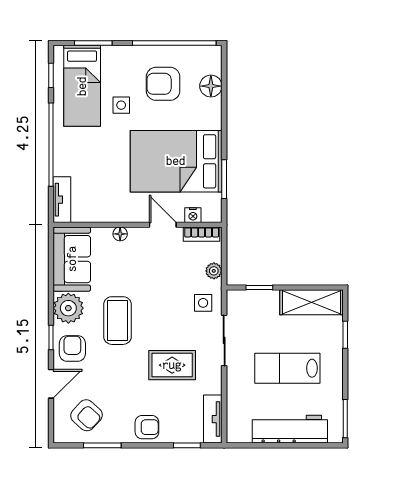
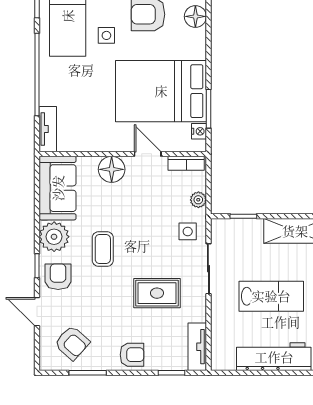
nightstand: (193, 215) -> (199, 131), moved, turned -90
floor lamp: (120, 234) -> (112, 169), width x1.89, depth x1.89
coffee table: (117, 321) -> (103, 249), width x0.73, depth x0.77
lab bench: (287, 368) -> (271, 296), turned 180
door: (51, 384) -> (37, 312), swing flipped

